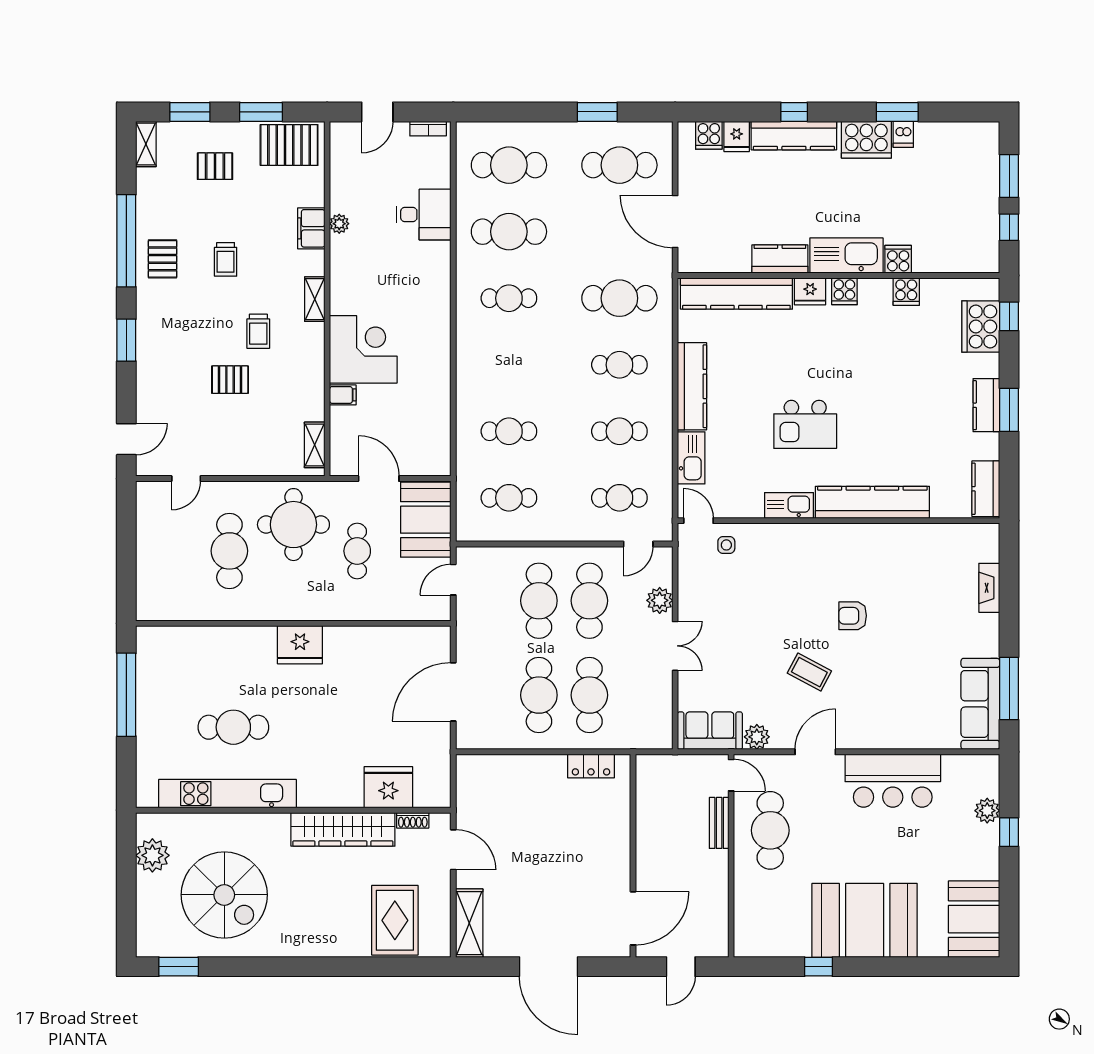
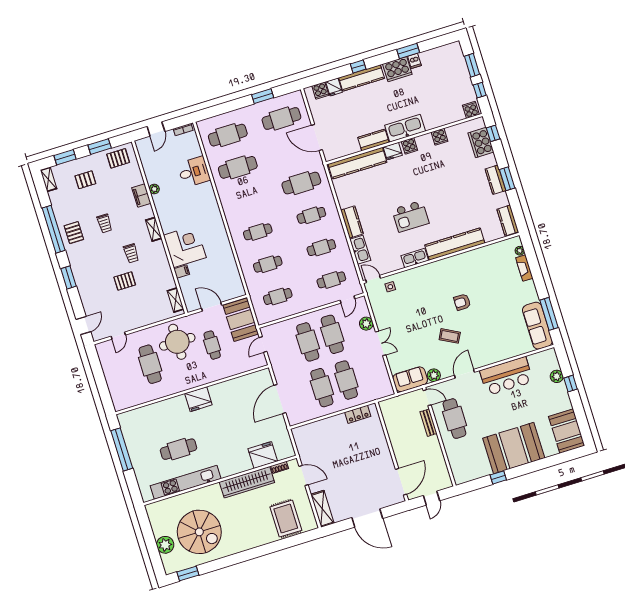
pallet: (289, 145) -> (118, 158), width x0.67, depth x0.71
cooker: (898, 259) -> (471, 110), moved
cafe table: (509, 298) -> (258, 232), moved
kitchen counter: (692, 386) -> (352, 222), width x0.67
plant: (991, 553) -> (520, 251), added
plant: (152, 855) -> (165, 545), moved

